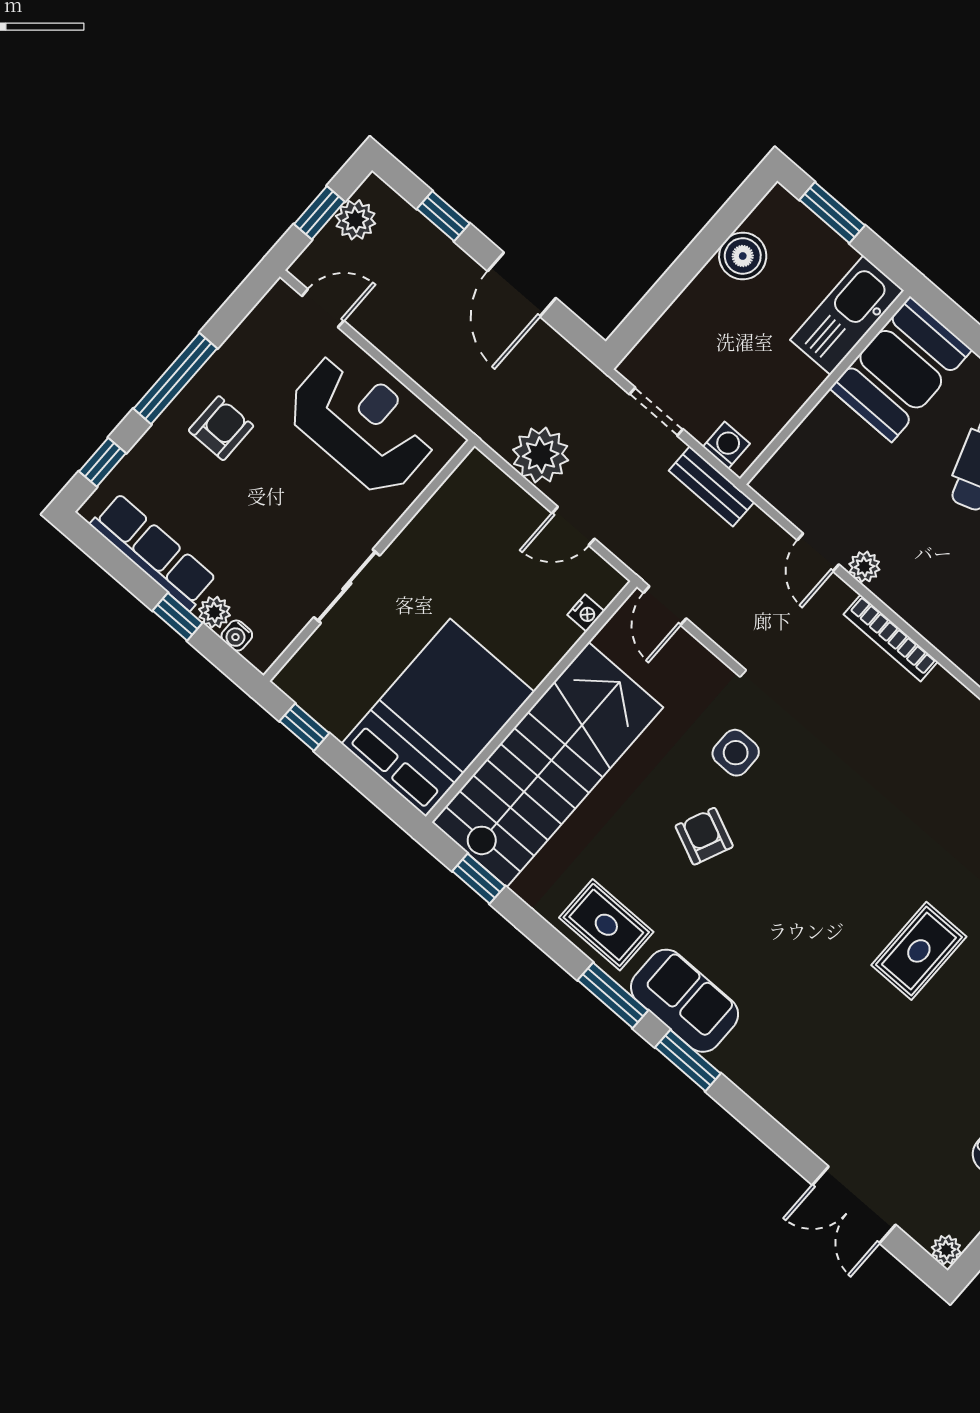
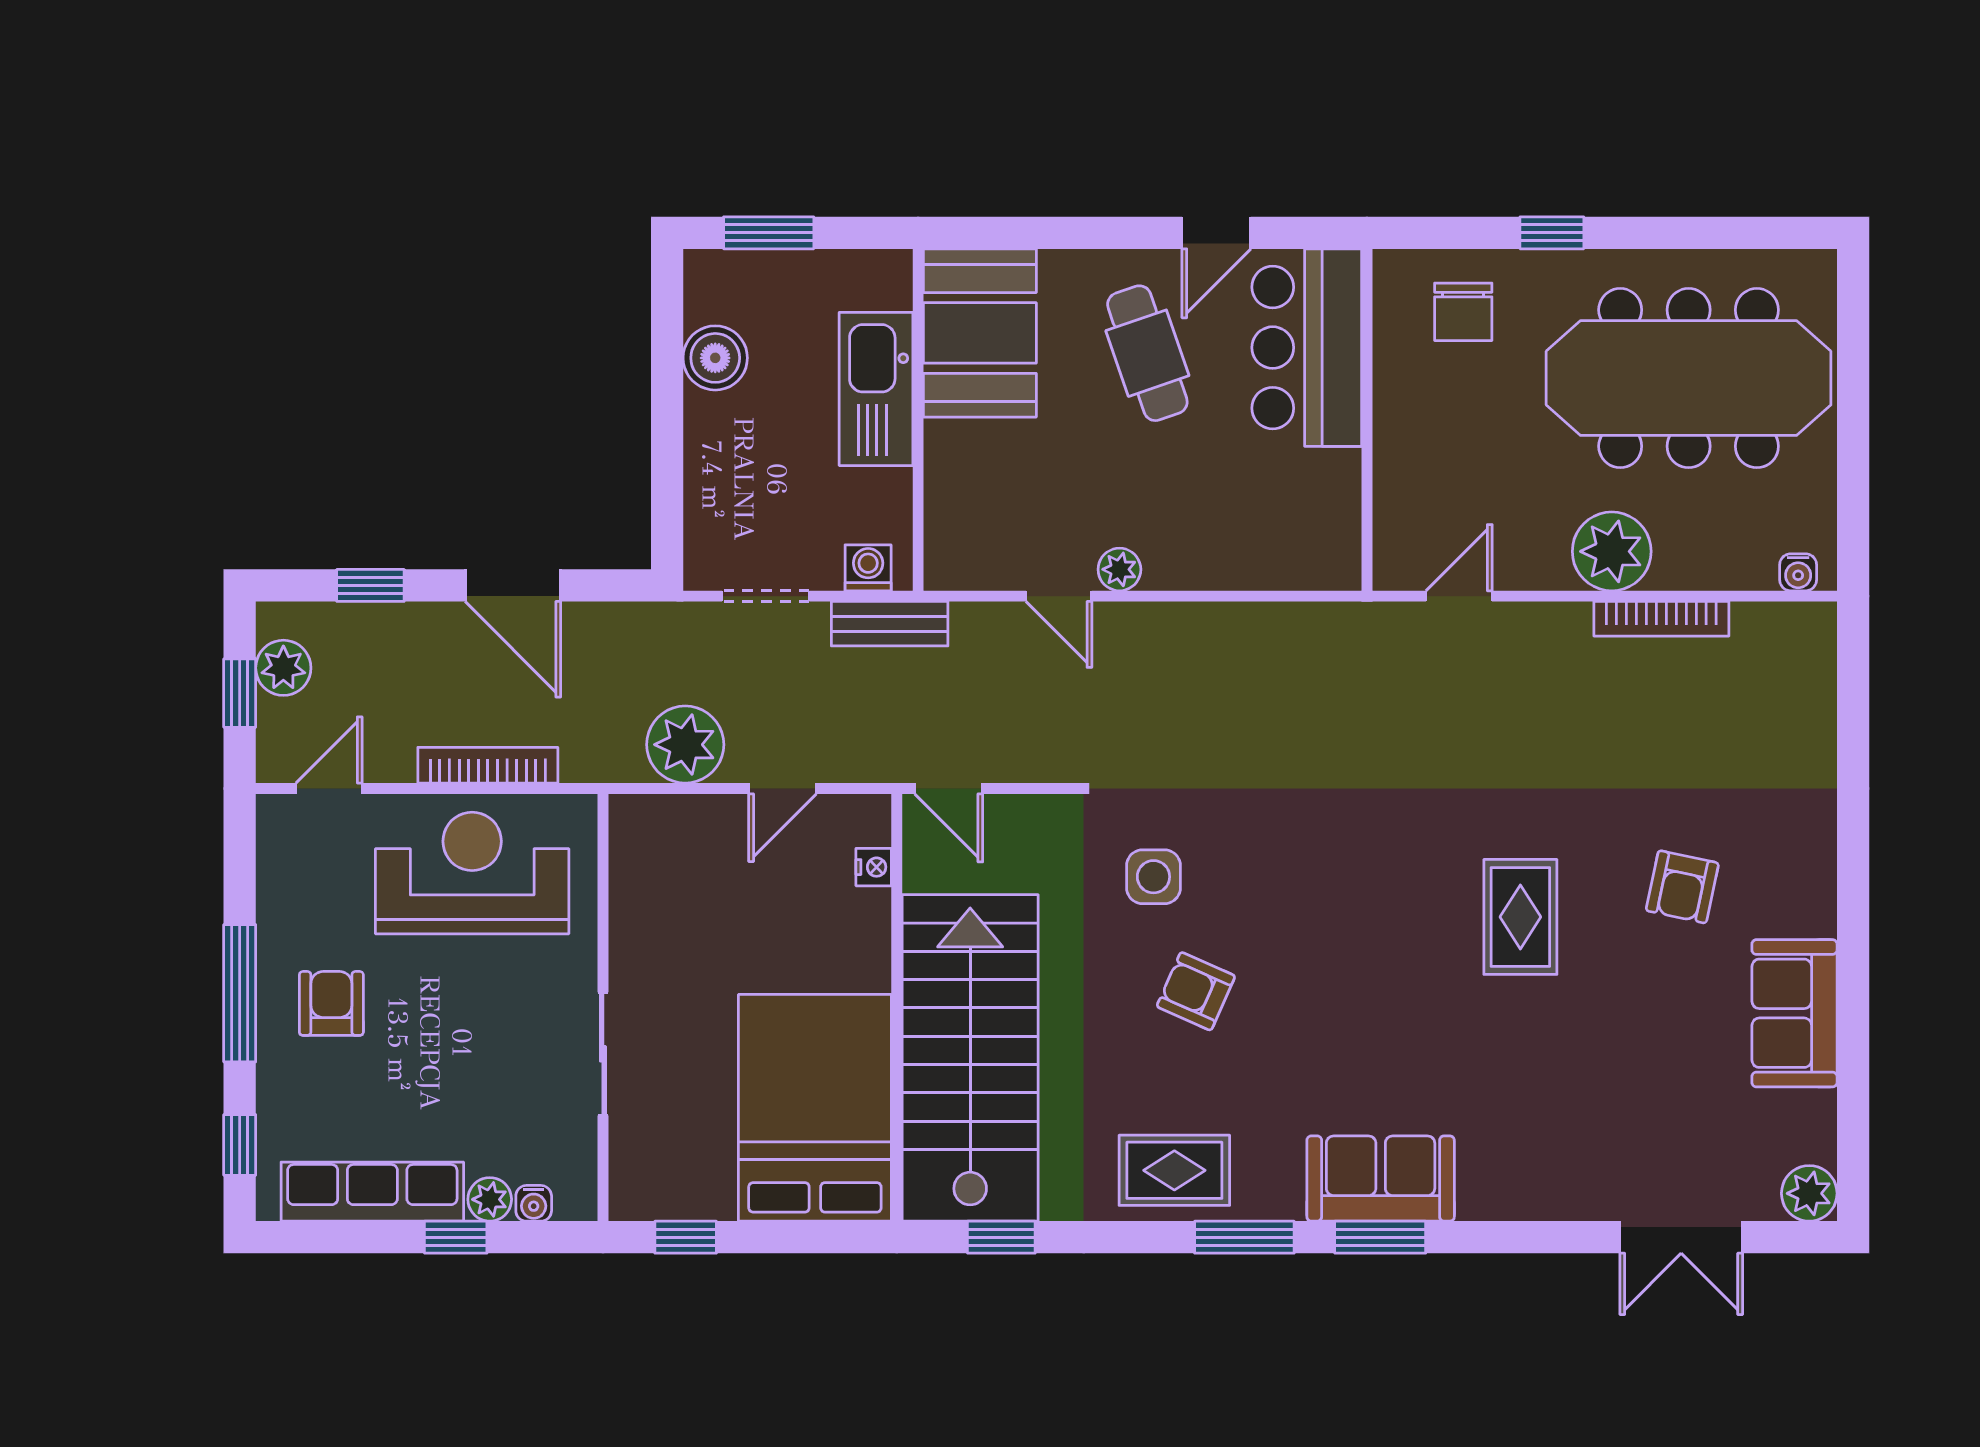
kitchen sink: (847, 315) -> (876, 389), moved
bookcase: (891, 638) -> (488, 765), moved, turned 180
sofa: (685, 1001) -> (1381, 1179), moved
plant: (946, 1250) -> (1809, 1193), width x1.38, depth x1.38

